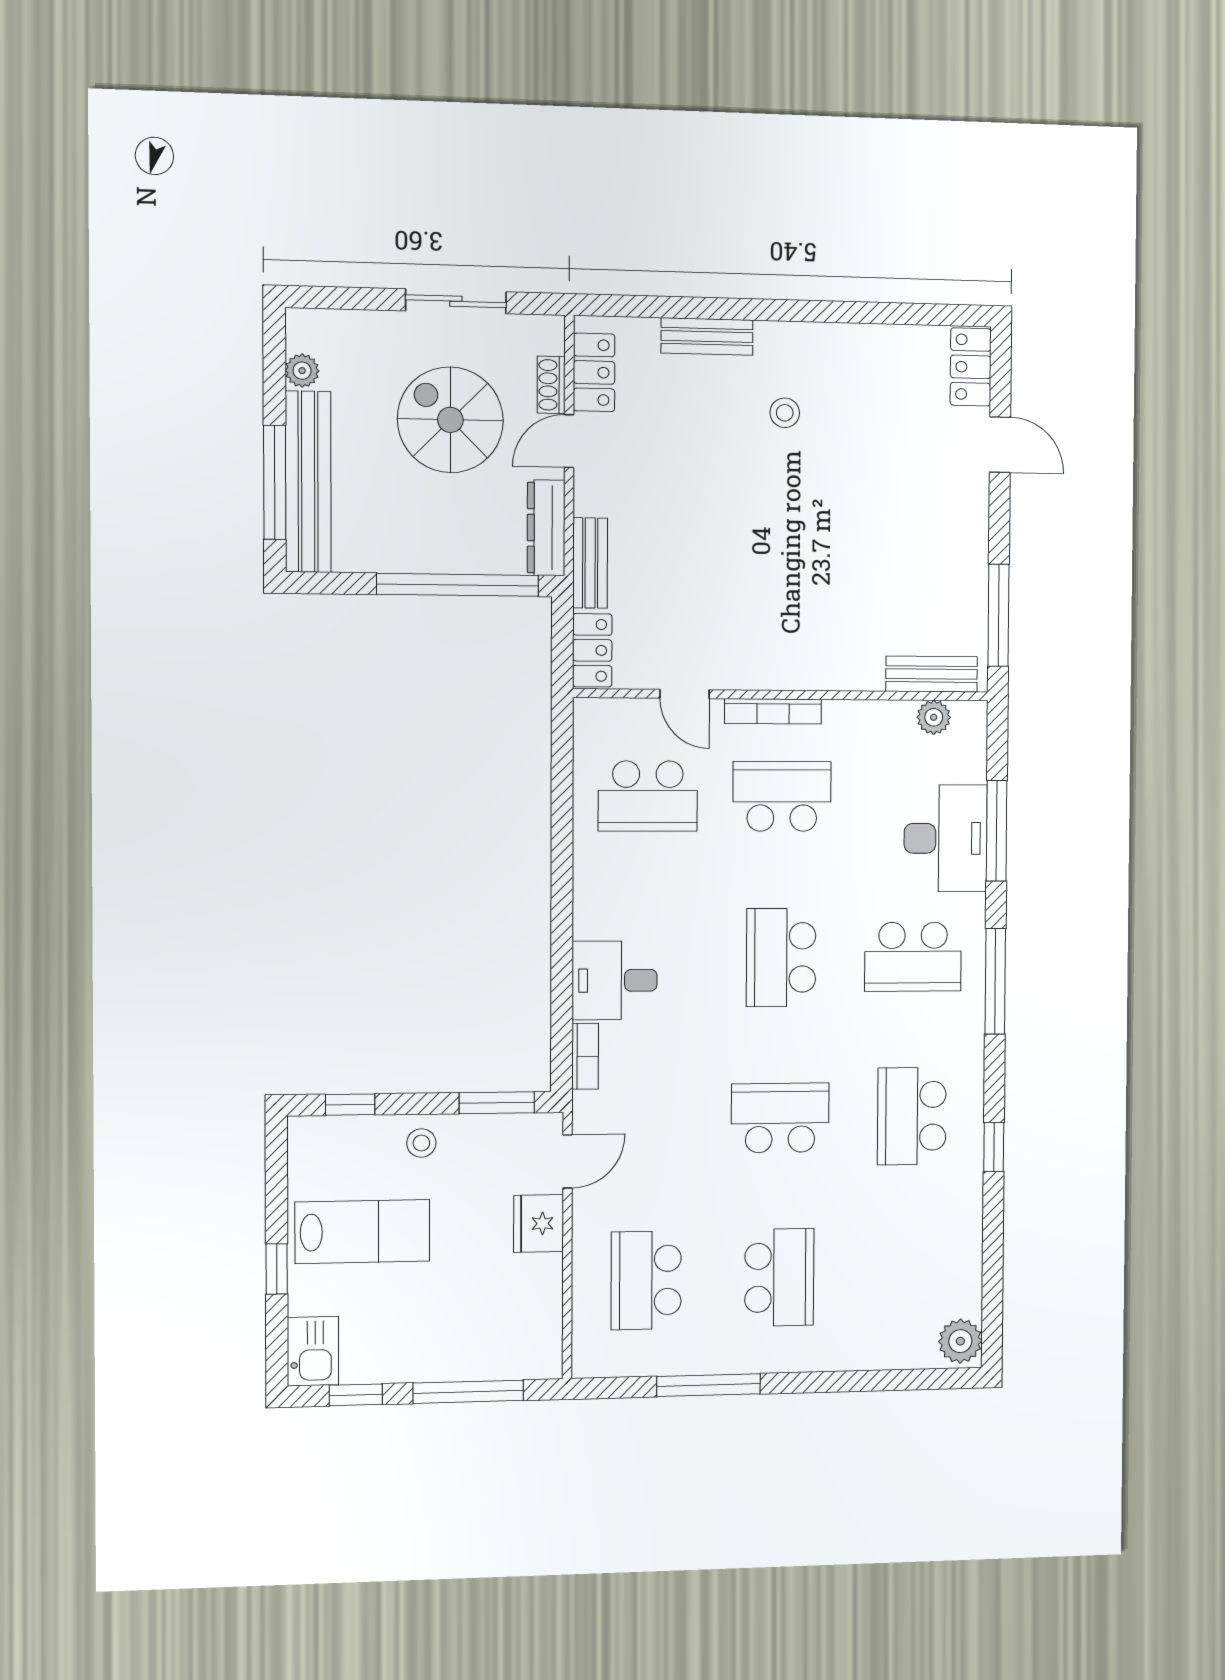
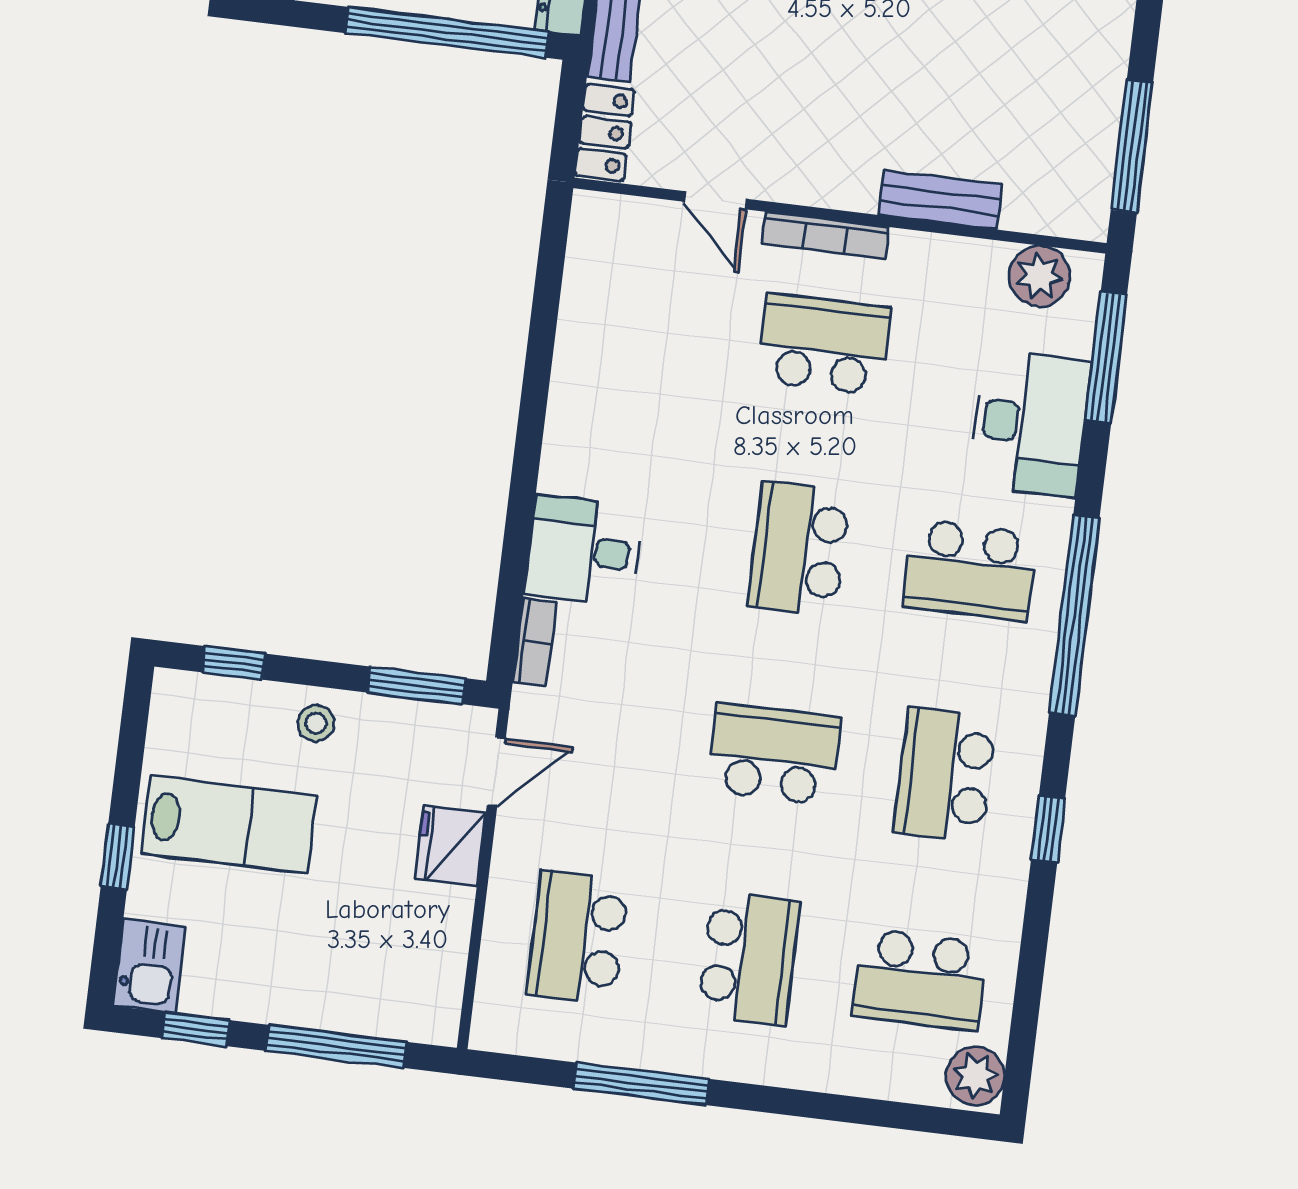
bench: (932, 674) -> (940, 200), moved
plant: (934, 717) -> (1039, 276), width x1.38, depth x1.38
school desk: (648, 796) -> (920, 980), moved
window: (997, 831) -> (1106, 357), moved
window: (995, 981) -> (1074, 615), width x1.46

